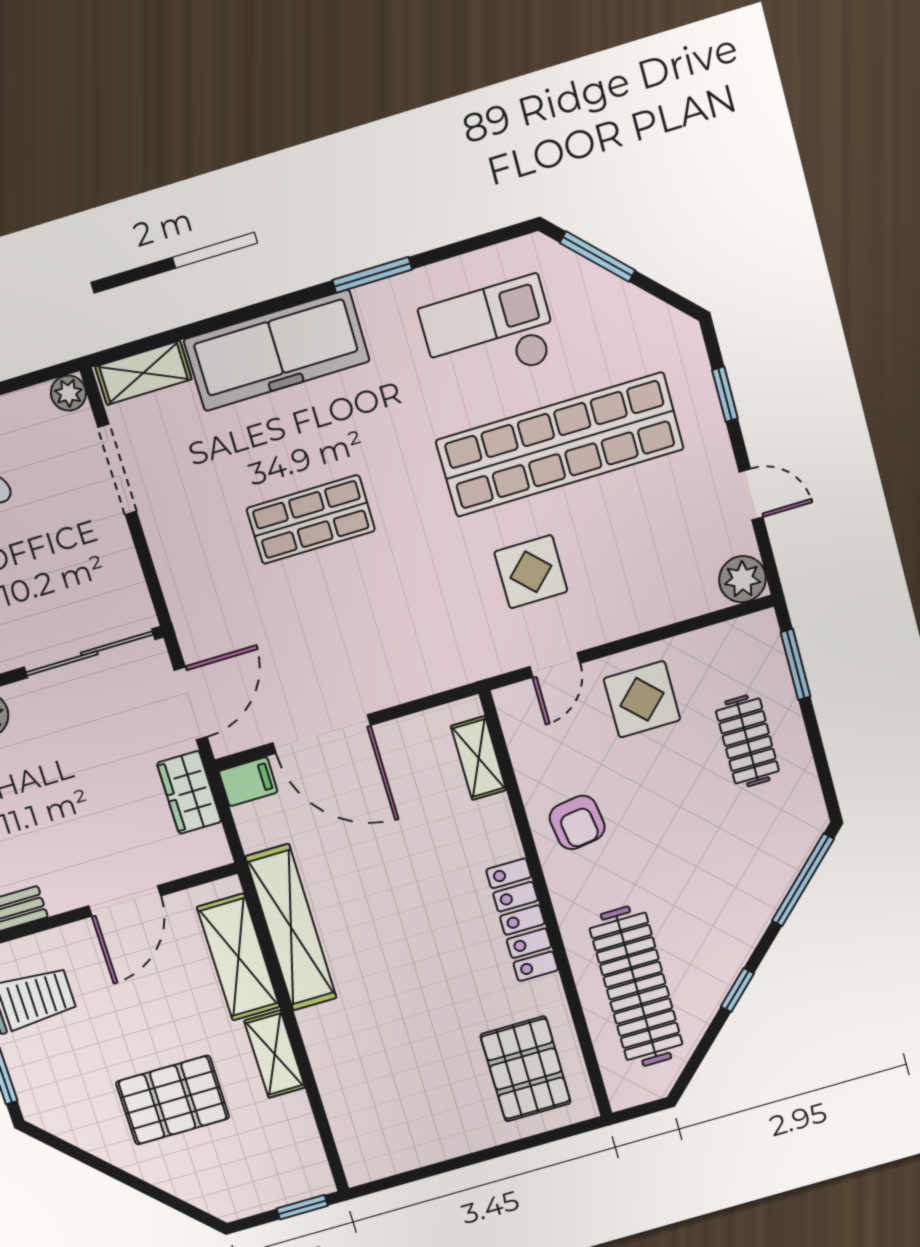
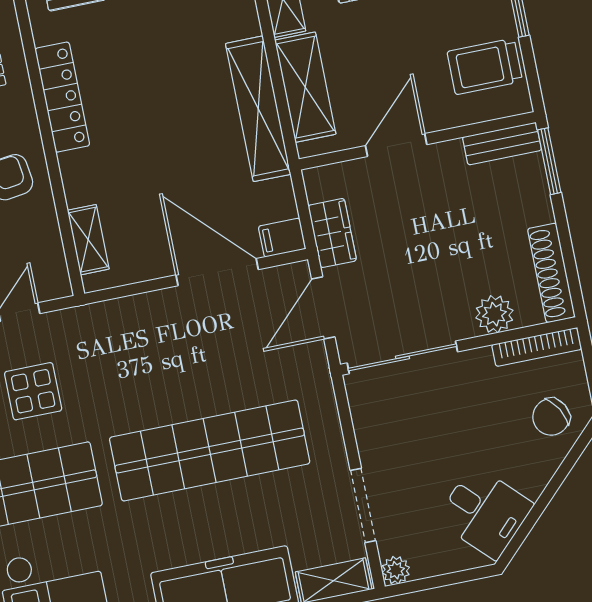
shop shelf: (311, 520) -> (210, 451), width x2.00, depth x1.36

